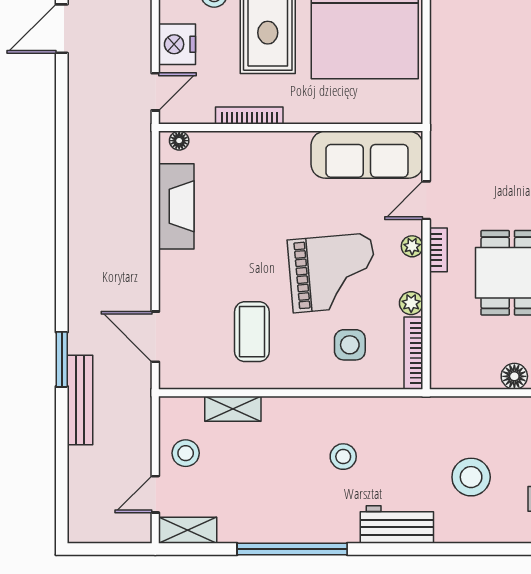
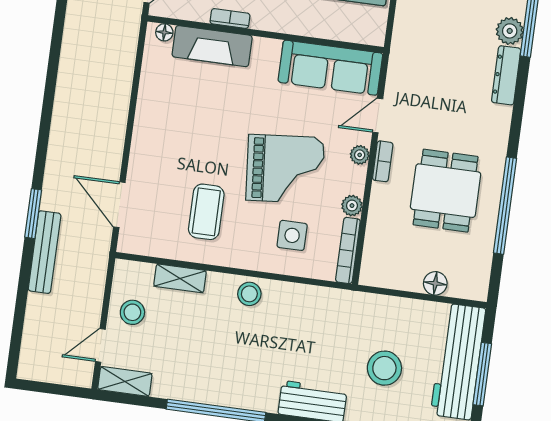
bookcase: (249, 116) -> (230, 19), width x0.64
fireplace: (176, 206) -> (212, 46), moved, turned 90
stool: (343, 457) -> (249, 294), moved

